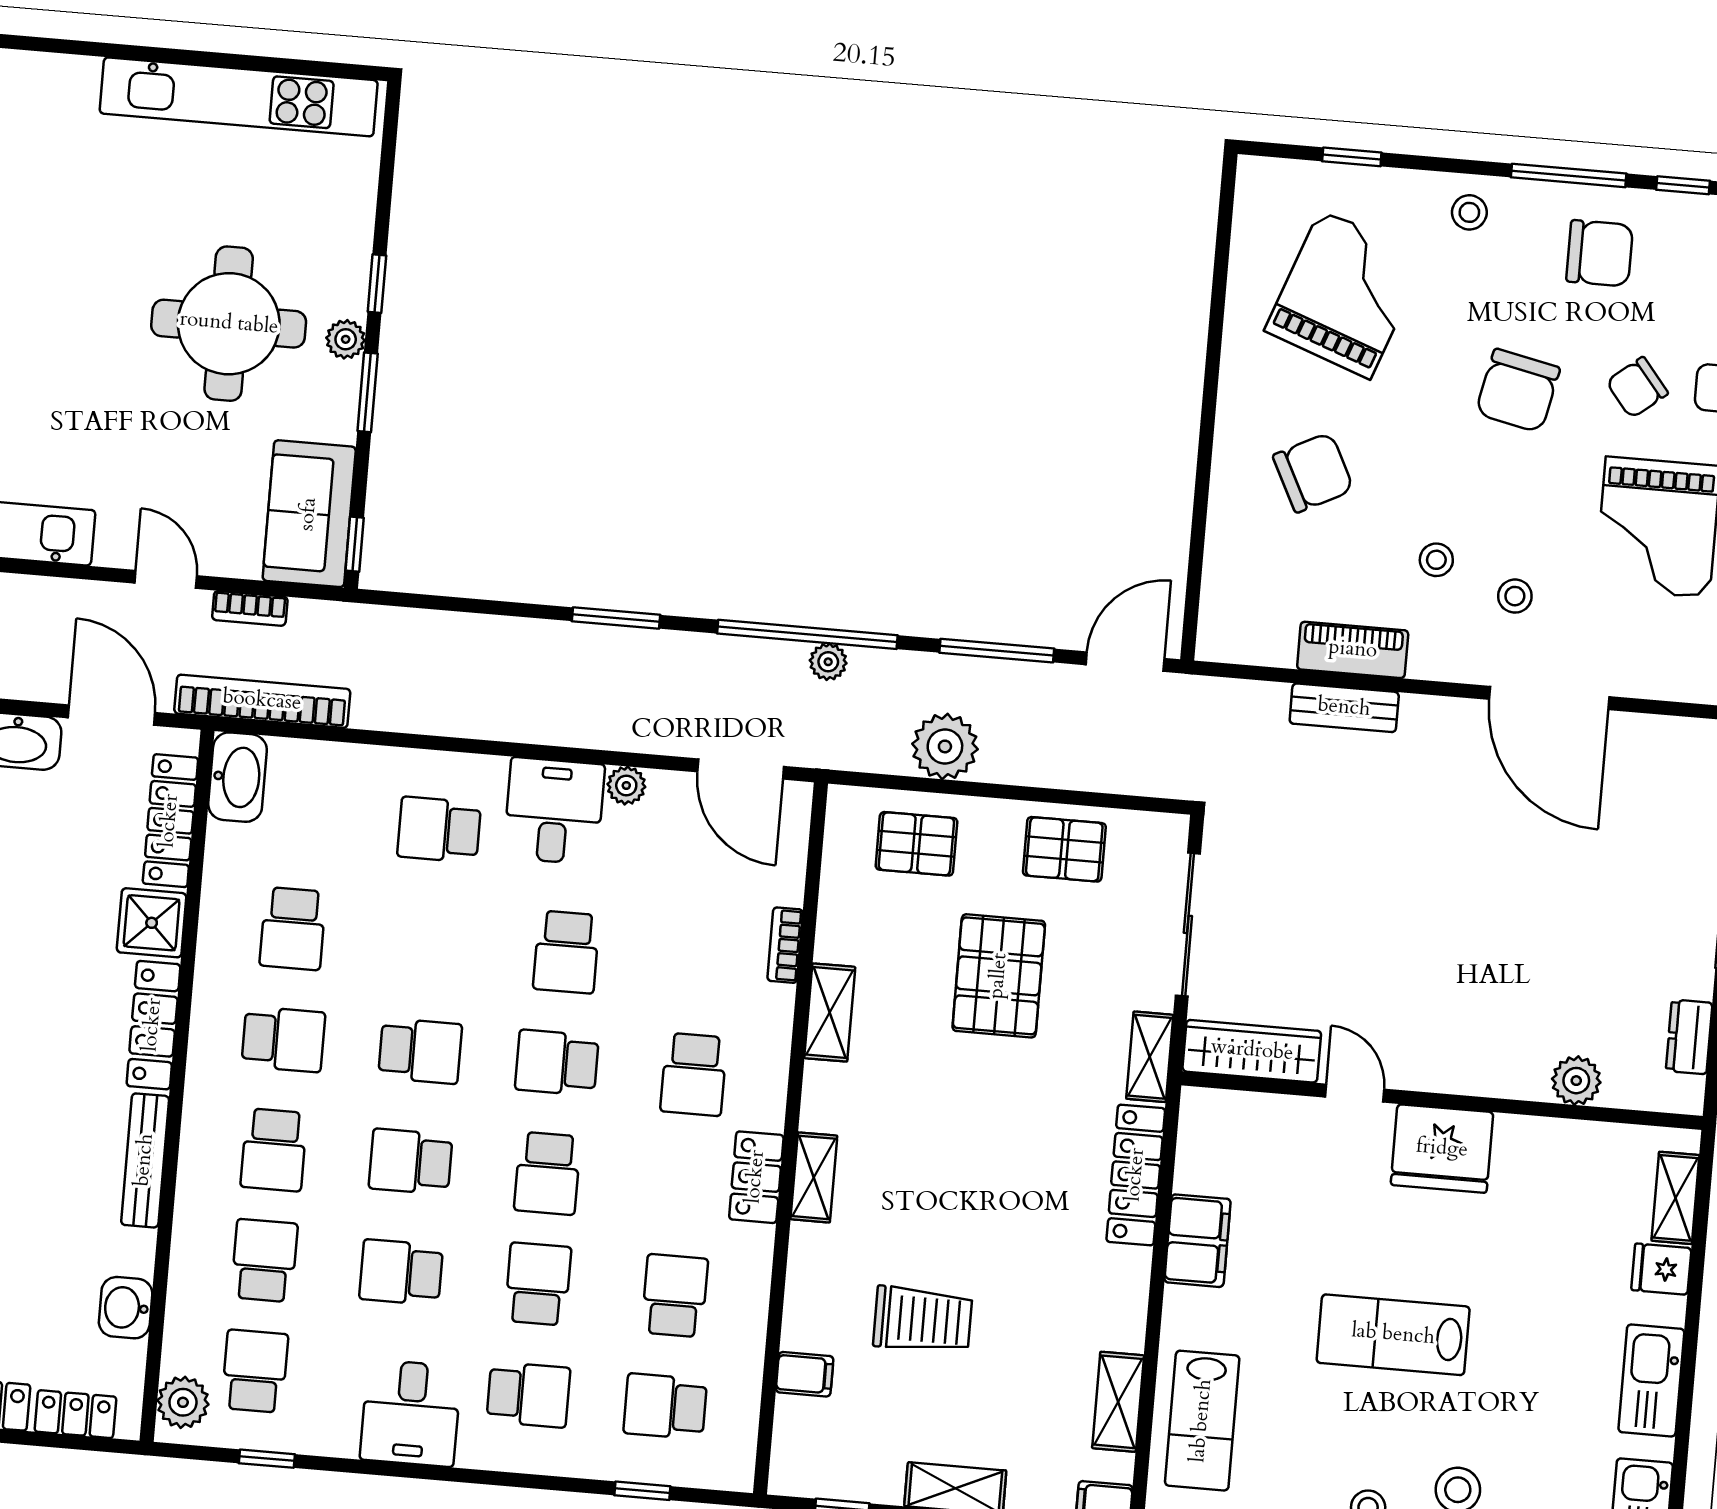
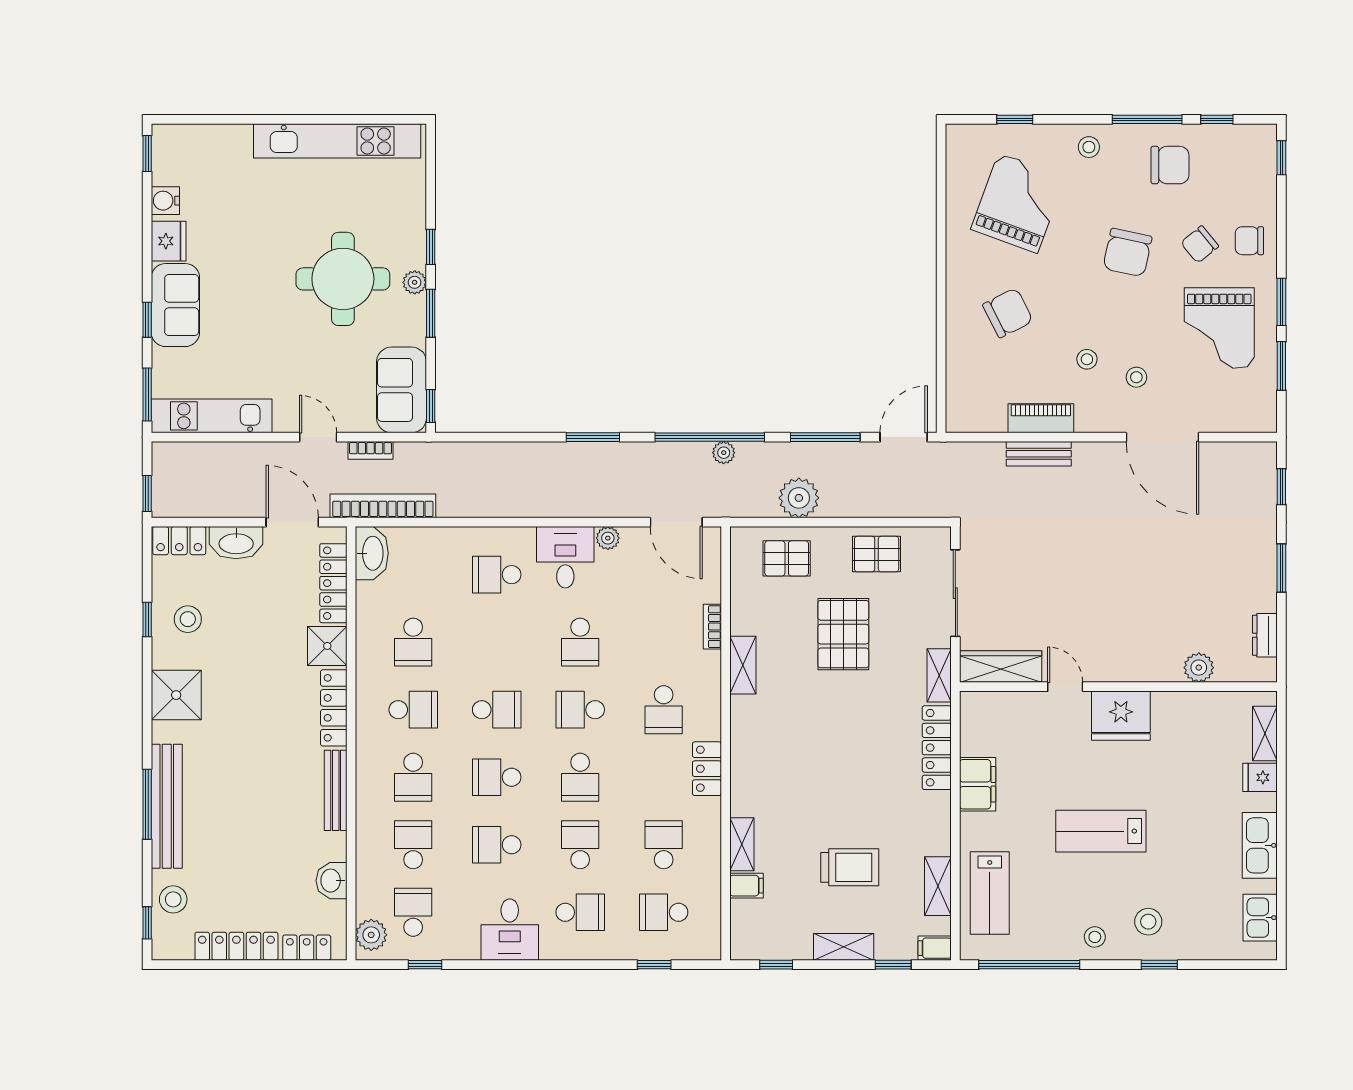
shelving: (814, 1177) -> (742, 844), moved
trolley: (923, 1320) -> (850, 867), moved

